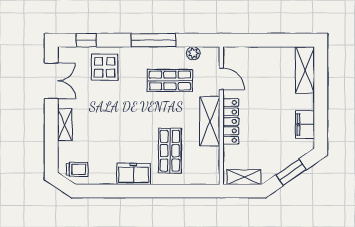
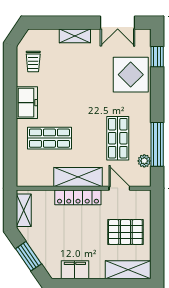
window: (154, 40) -> (157, 144), moved
display table: (105, 67) -> (131, 75), width x1.36, depth x1.36
pallet: (266, 73) -> (125, 232), added
door: (221, 79) -> (119, 188), swing flipped
trolley: (77, 169) -> (33, 61), moved

